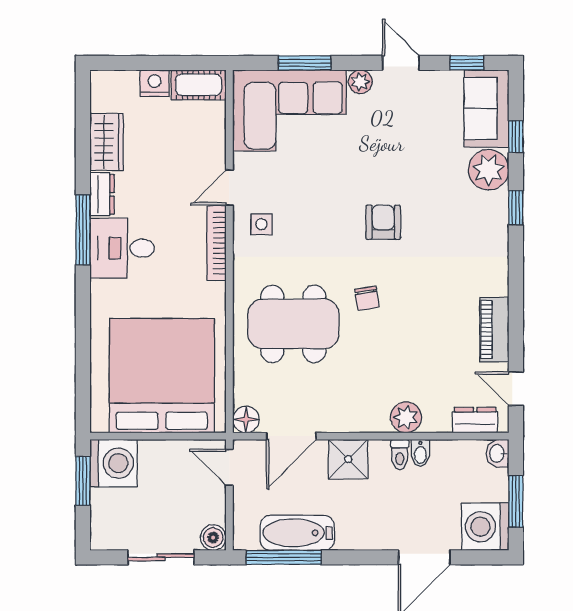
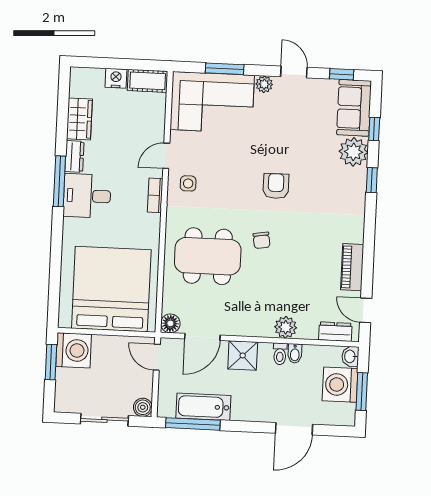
bookcase: (216, 243) -> (155, 195), width x0.64
washing machine: (485, 527) -> (340, 385), moved

